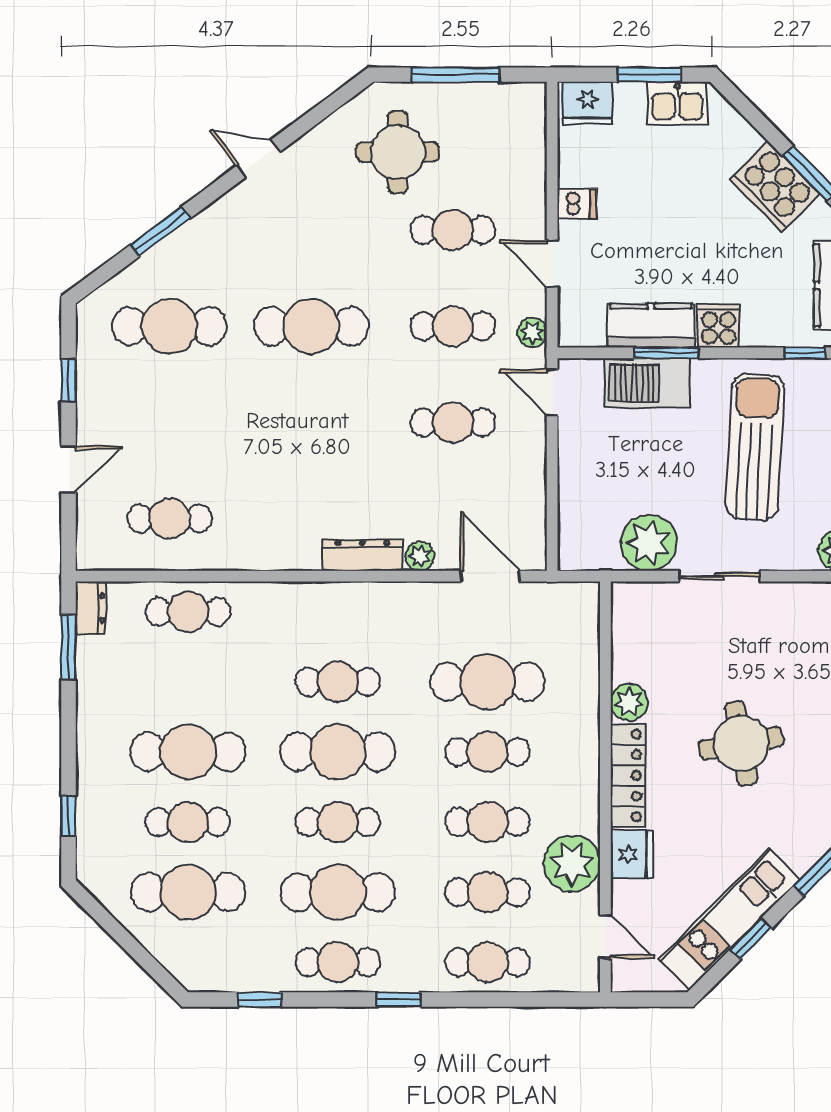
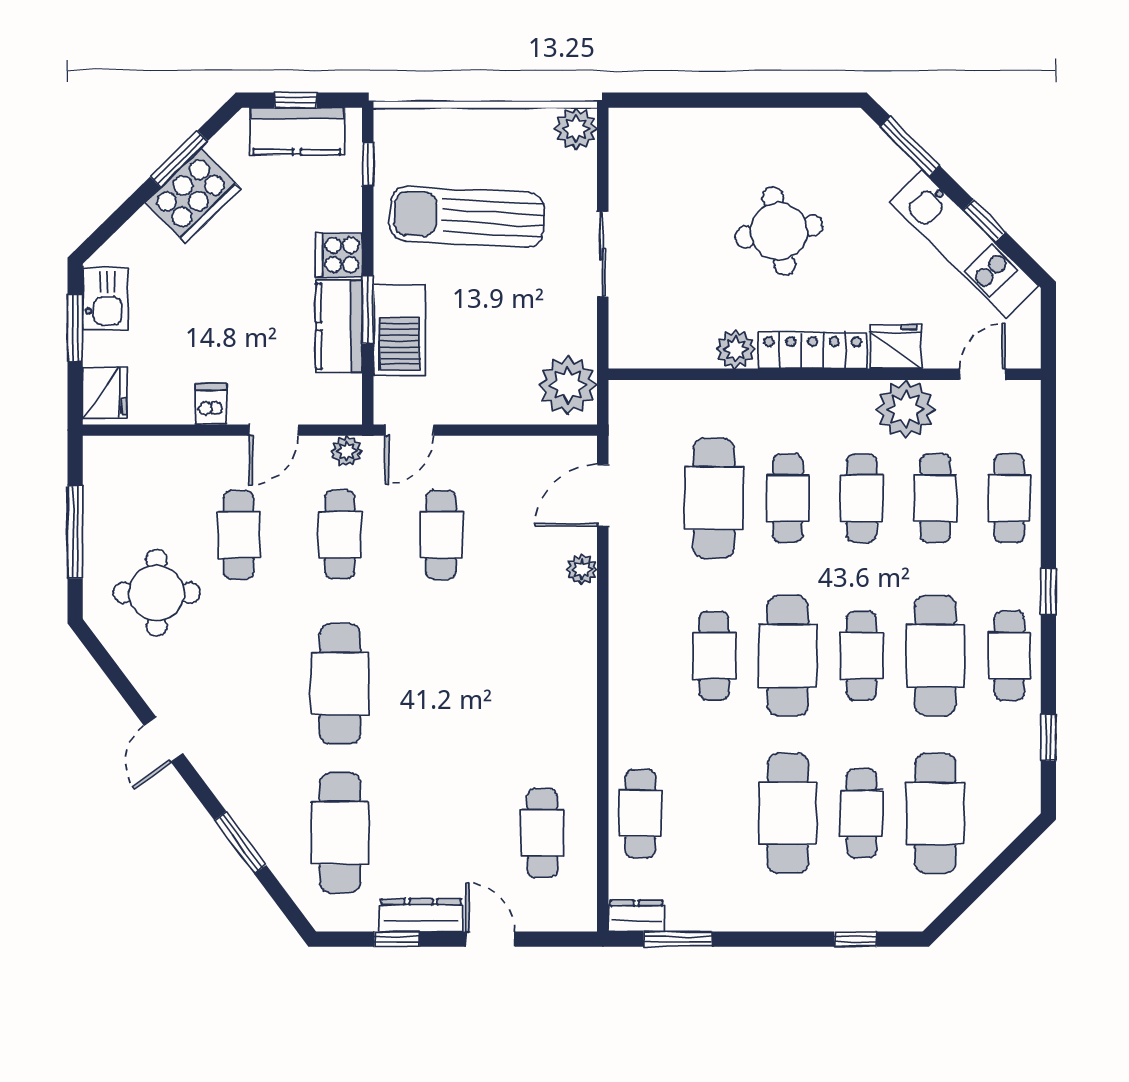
plant: (649, 543) -> (568, 385), moved
dresser: (362, 555) -> (421, 915), moved, turned 90

